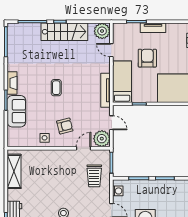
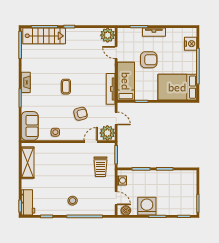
stairs: (64, 32) -> (44, 36), moved
armchair: (147, 58) -> (149, 60), turned 90
sofa: (16, 111) -> (30, 126), moved
armchair: (65, 126) -> (81, 114), moved

